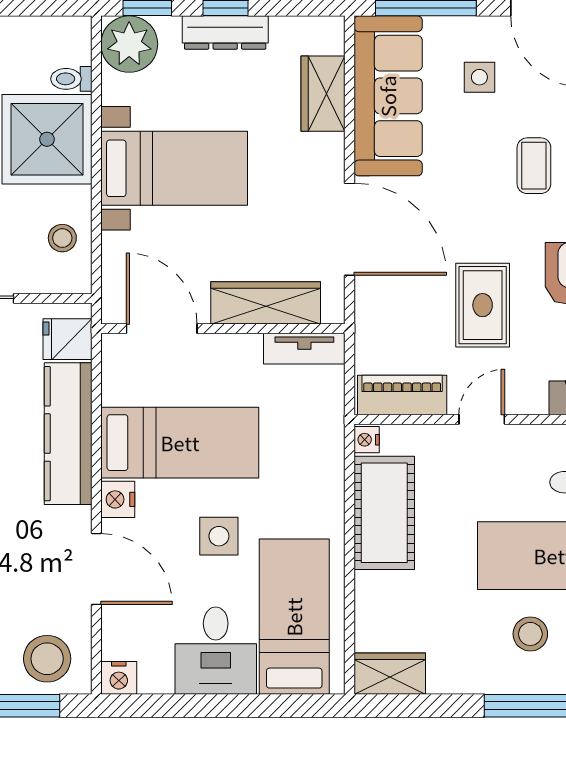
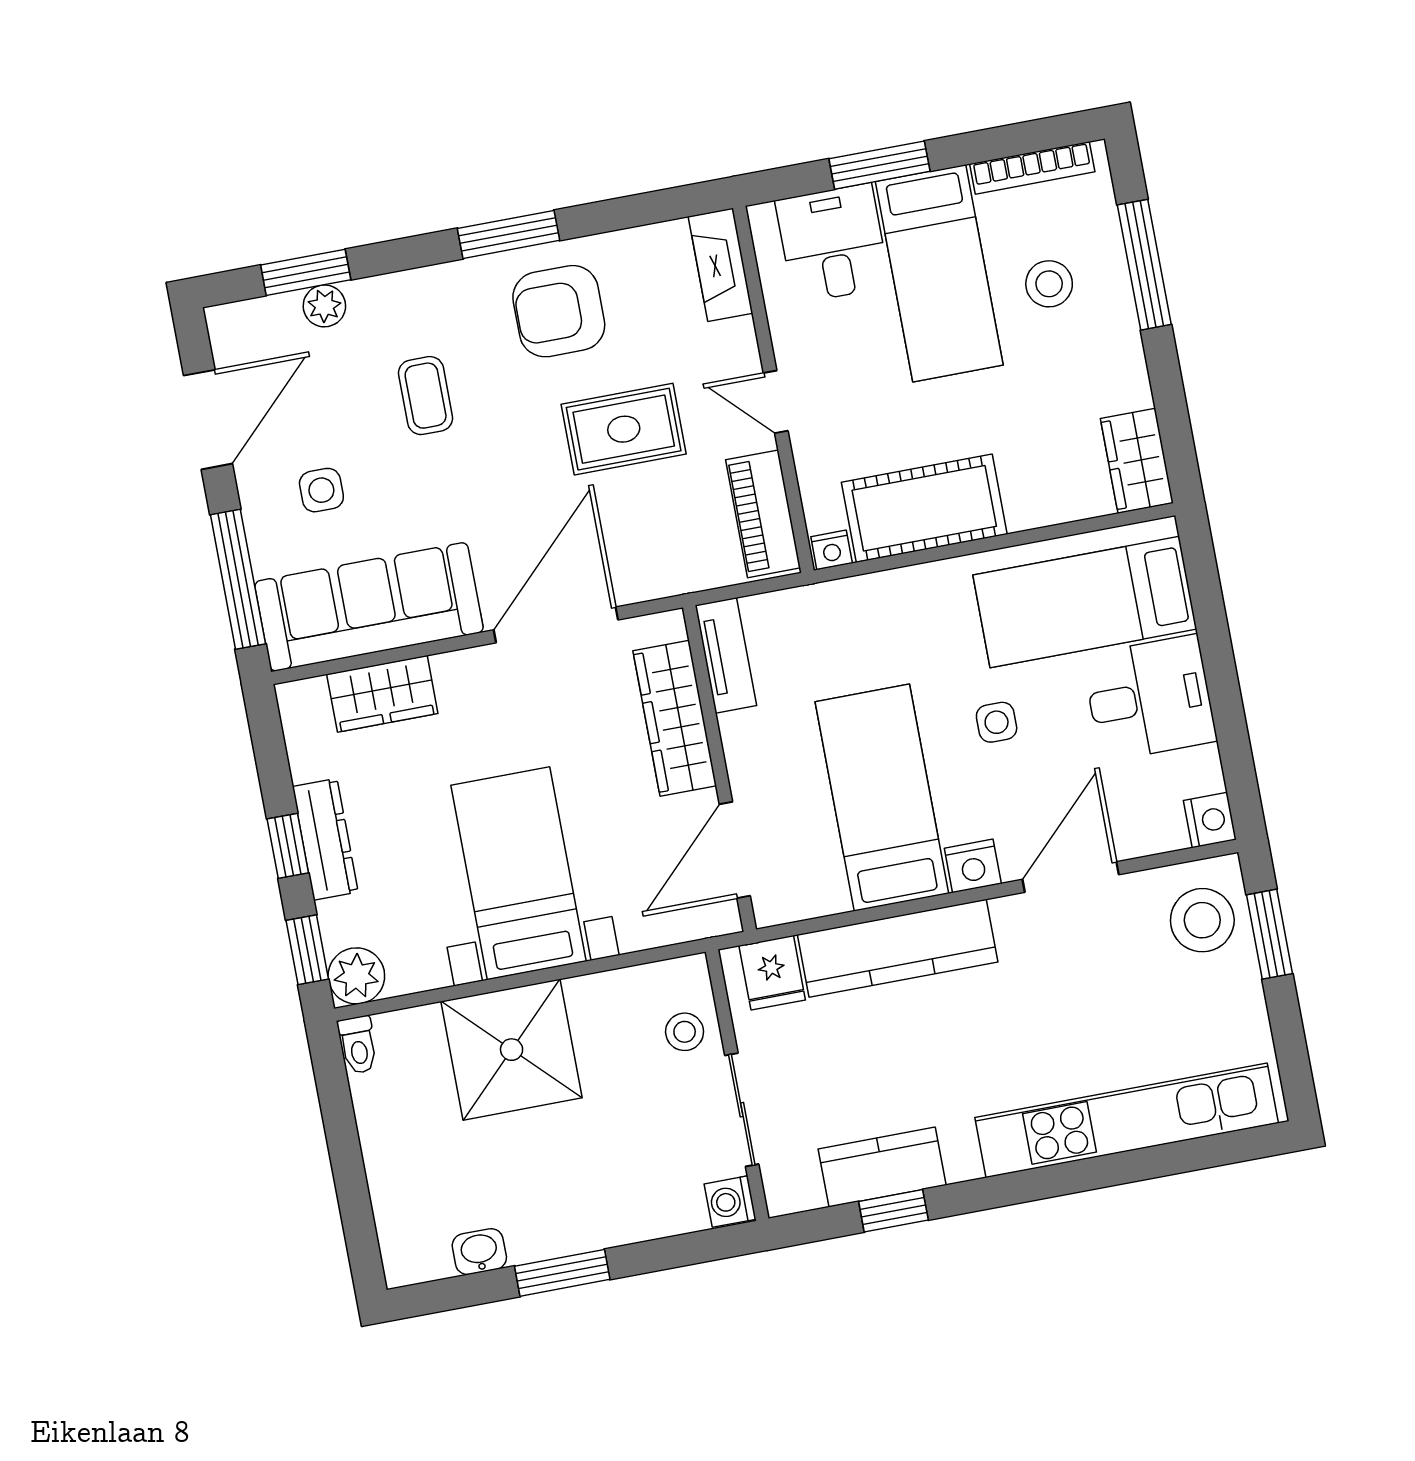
plant: (129, 44) -> (356, 976), width x0.73, depth x0.73
toilet: (71, 79) -> (358, 1045), moved
coffee table: (534, 166) -> (426, 396), turned 90
stool: (62, 238) -> (685, 1032), moved
side table: (219, 536) -> (997, 722), width x0.73, depth x0.73

